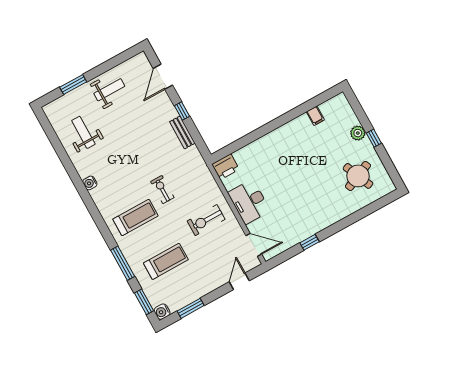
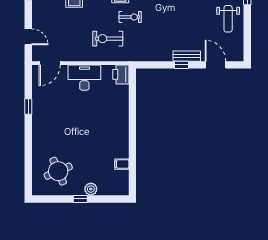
bench: (182, 132) -> (187, 56), moved
exercise bike: (206, 220) -> (108, 39), moved, turned -90

